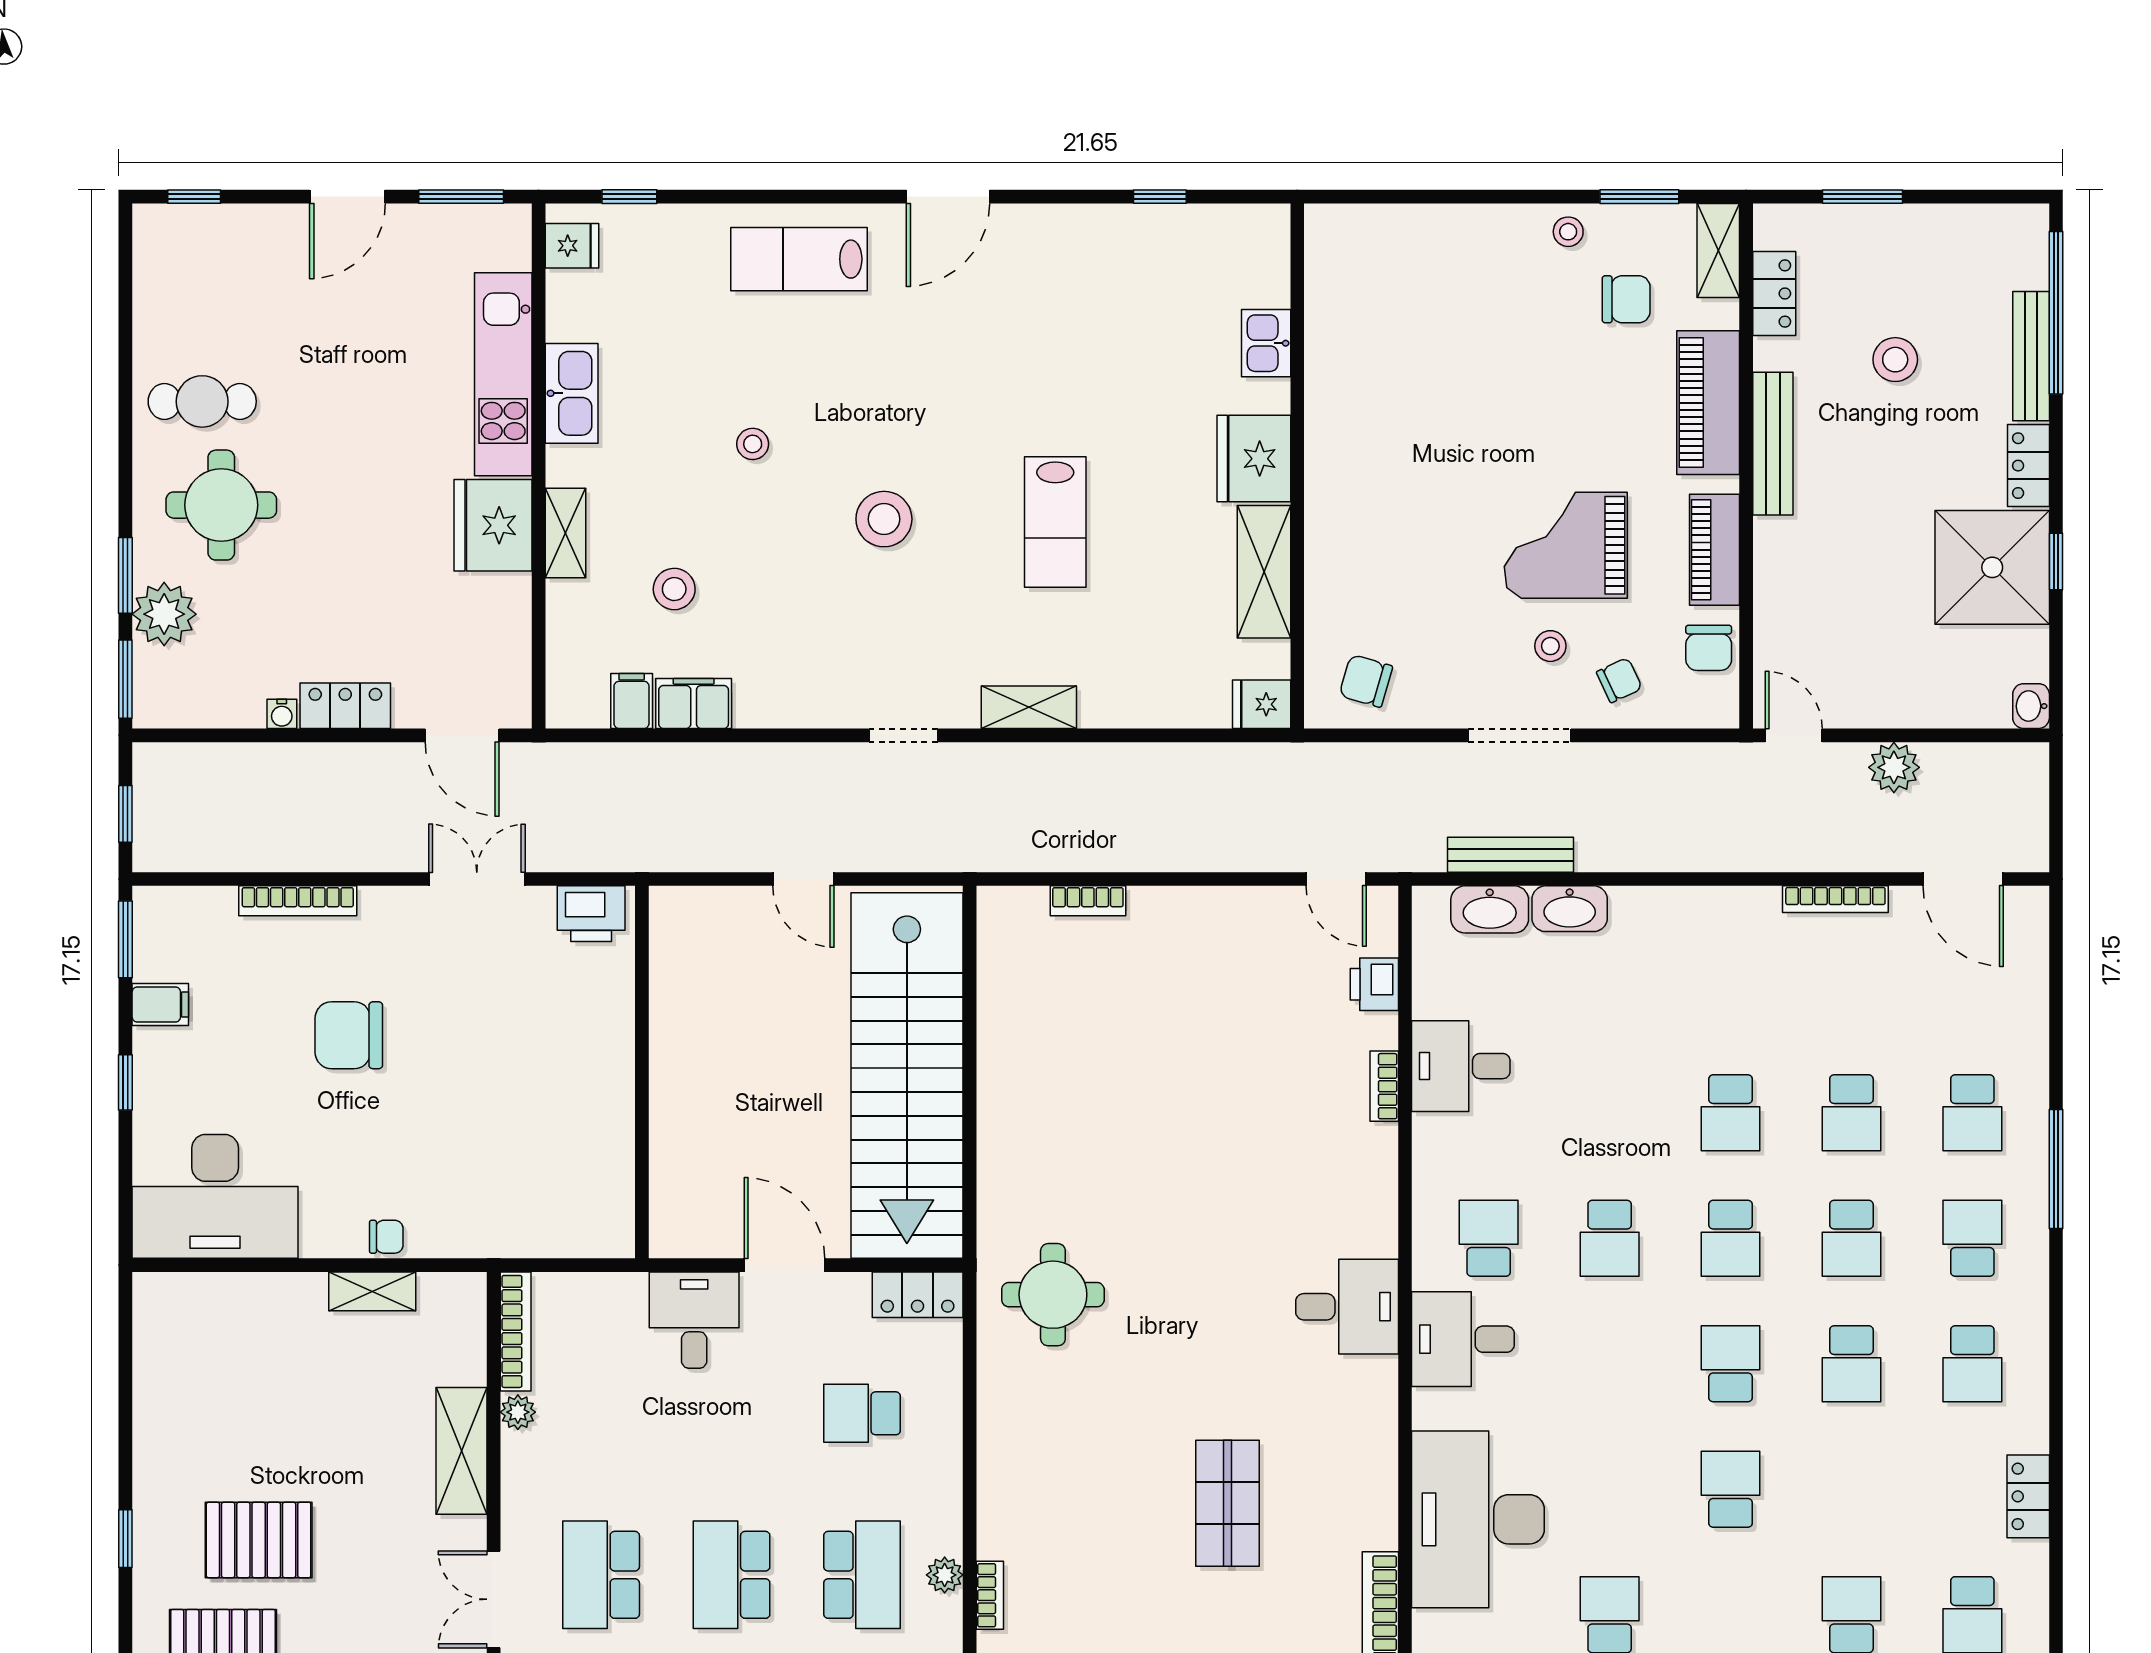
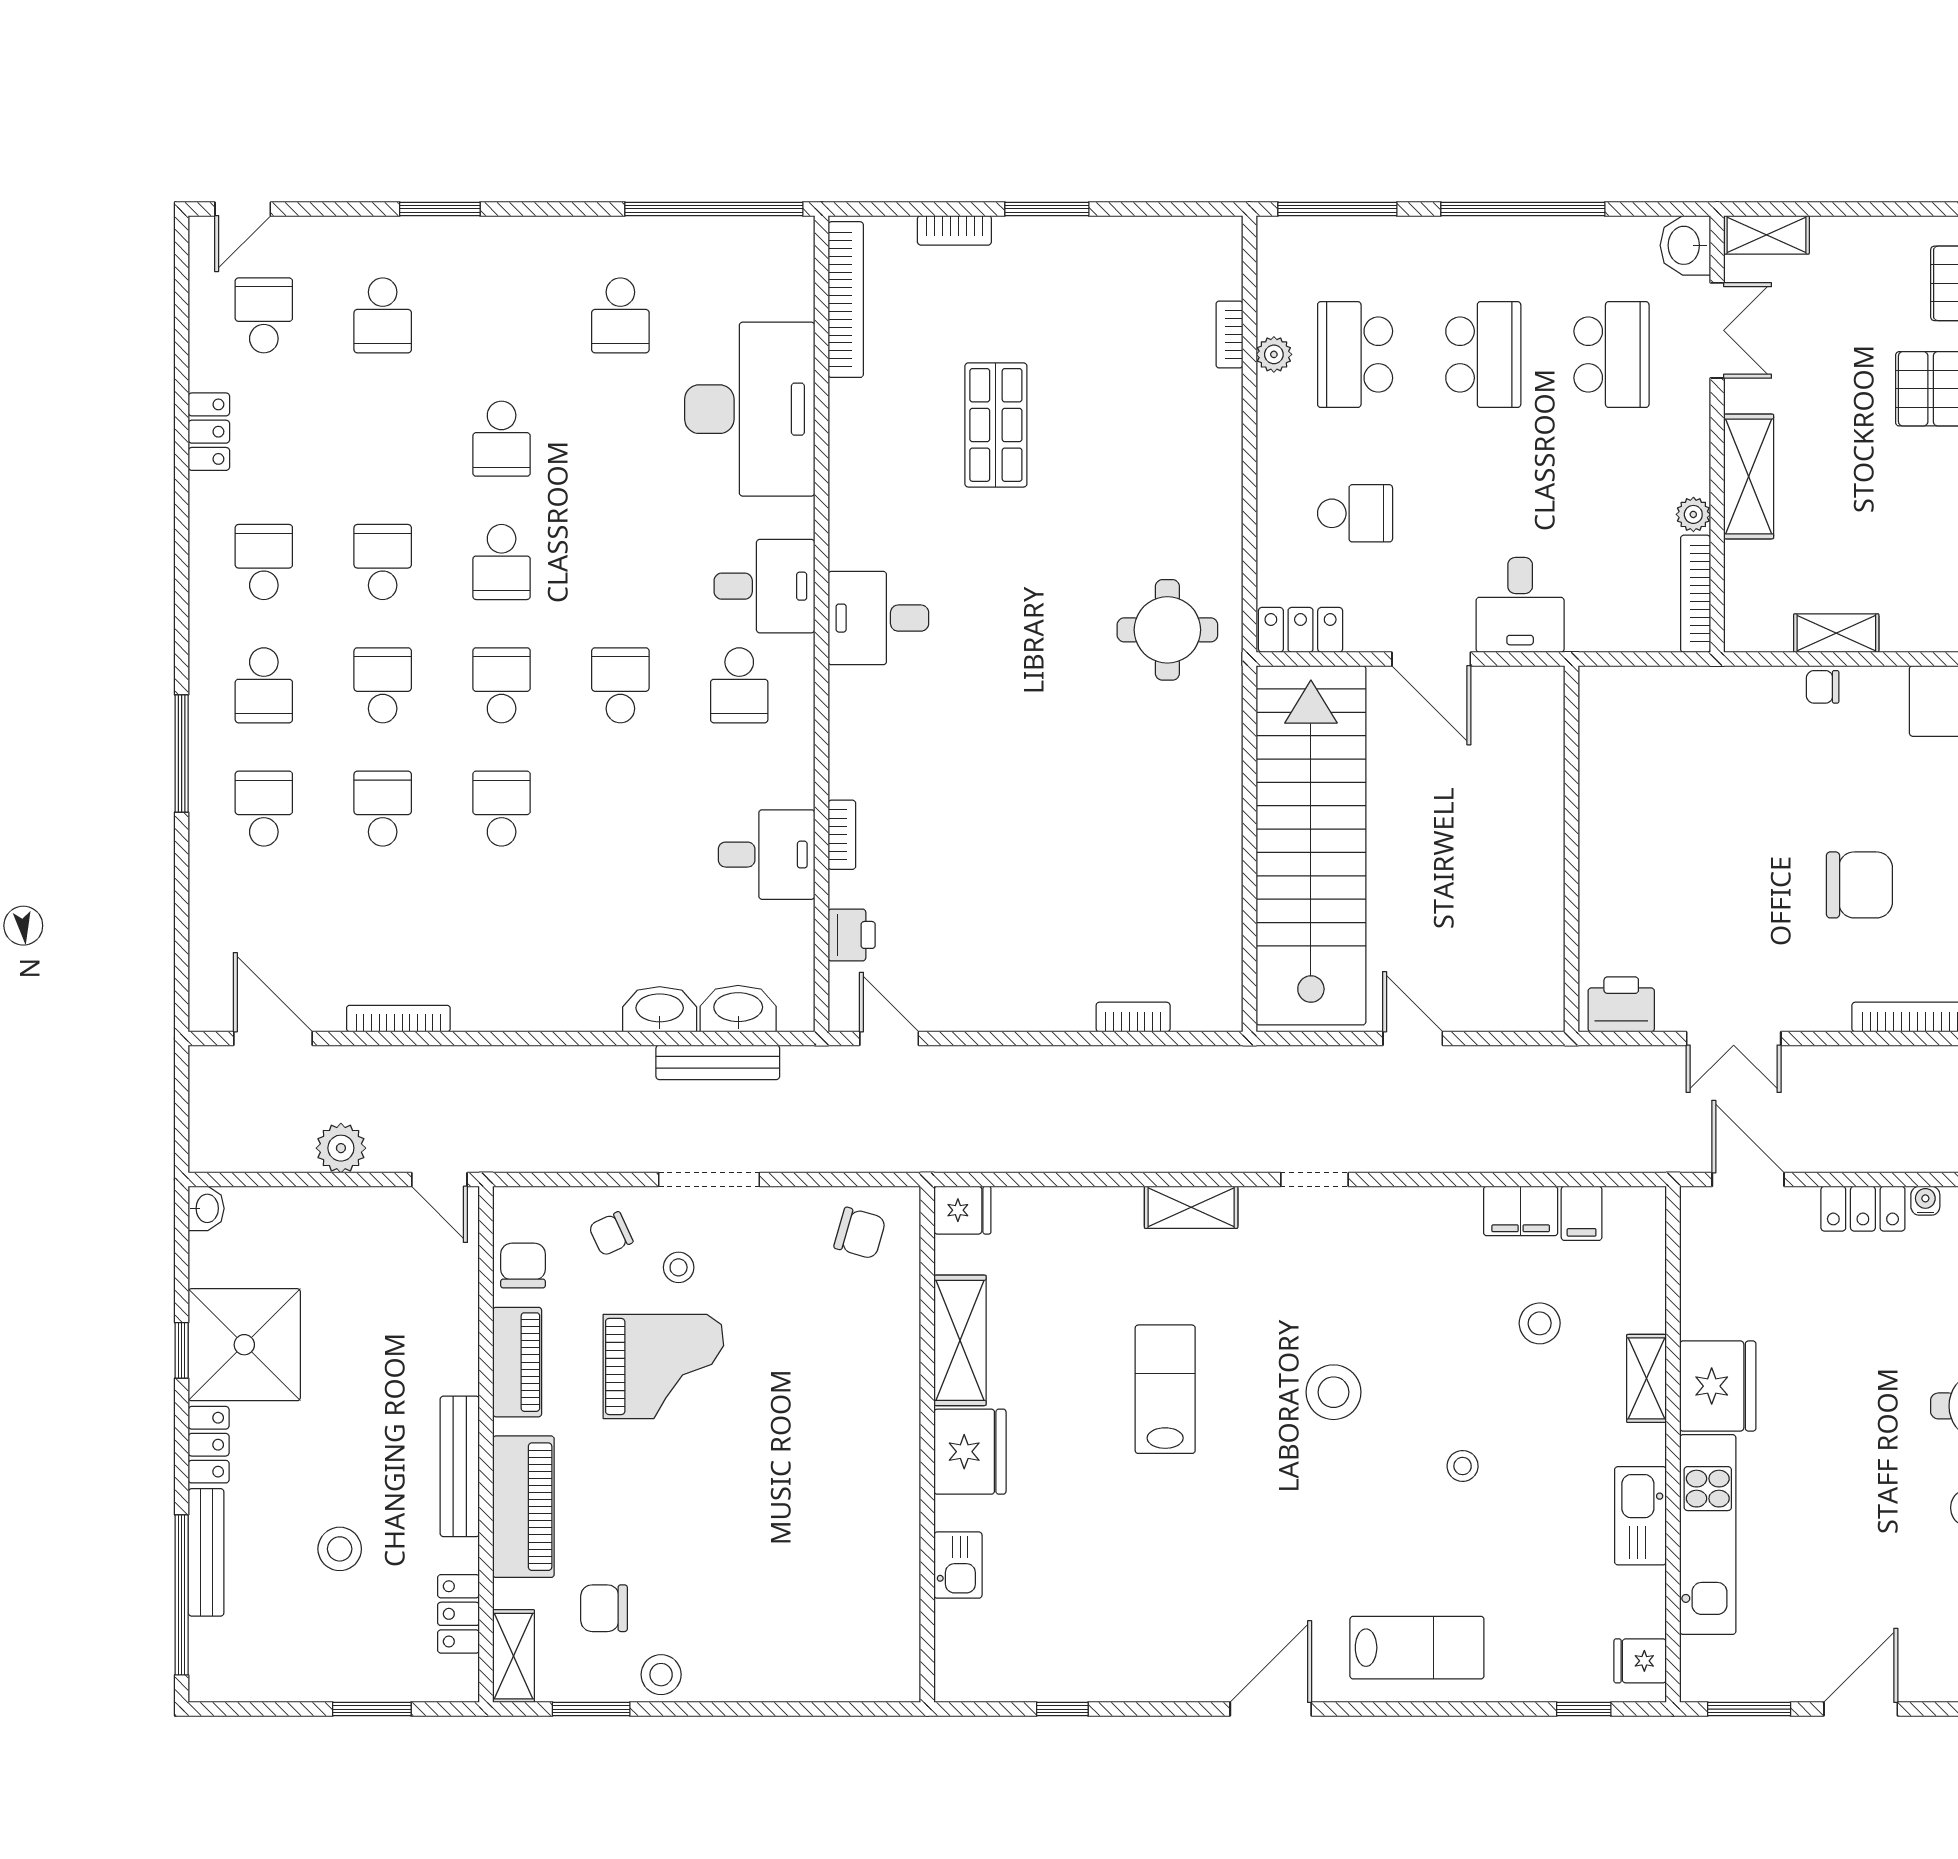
stool: (1568, 232) -> (661, 1675), width x1.37, depth x1.37

